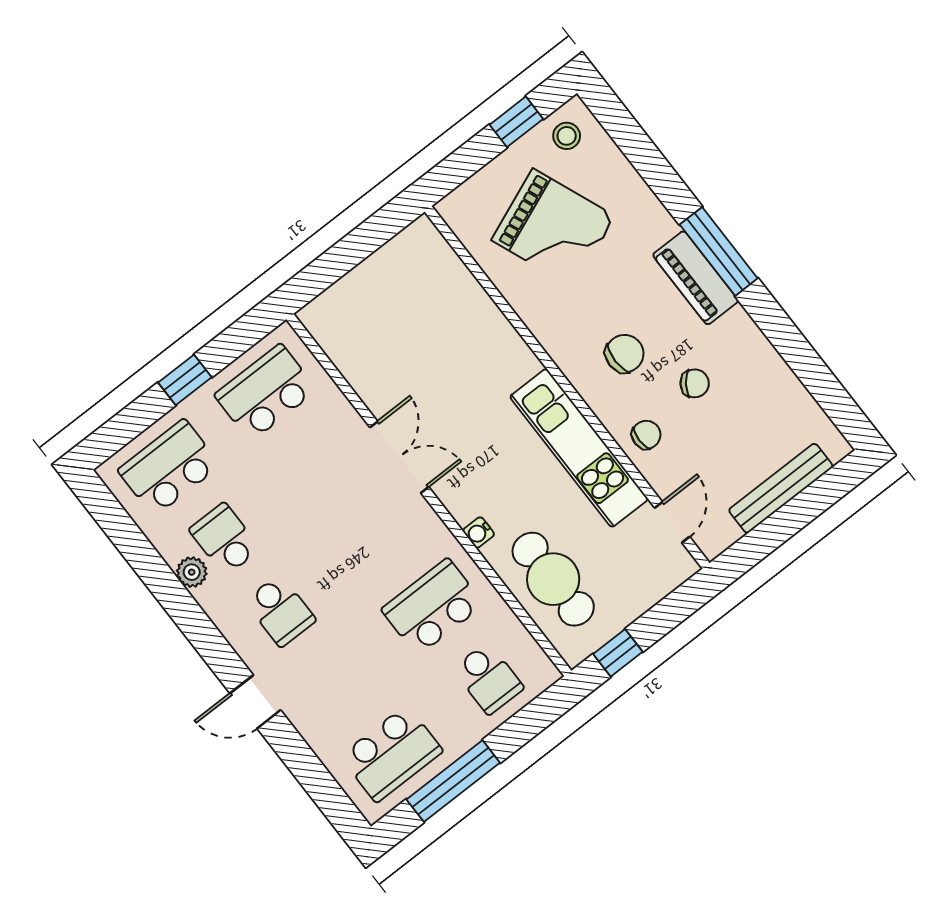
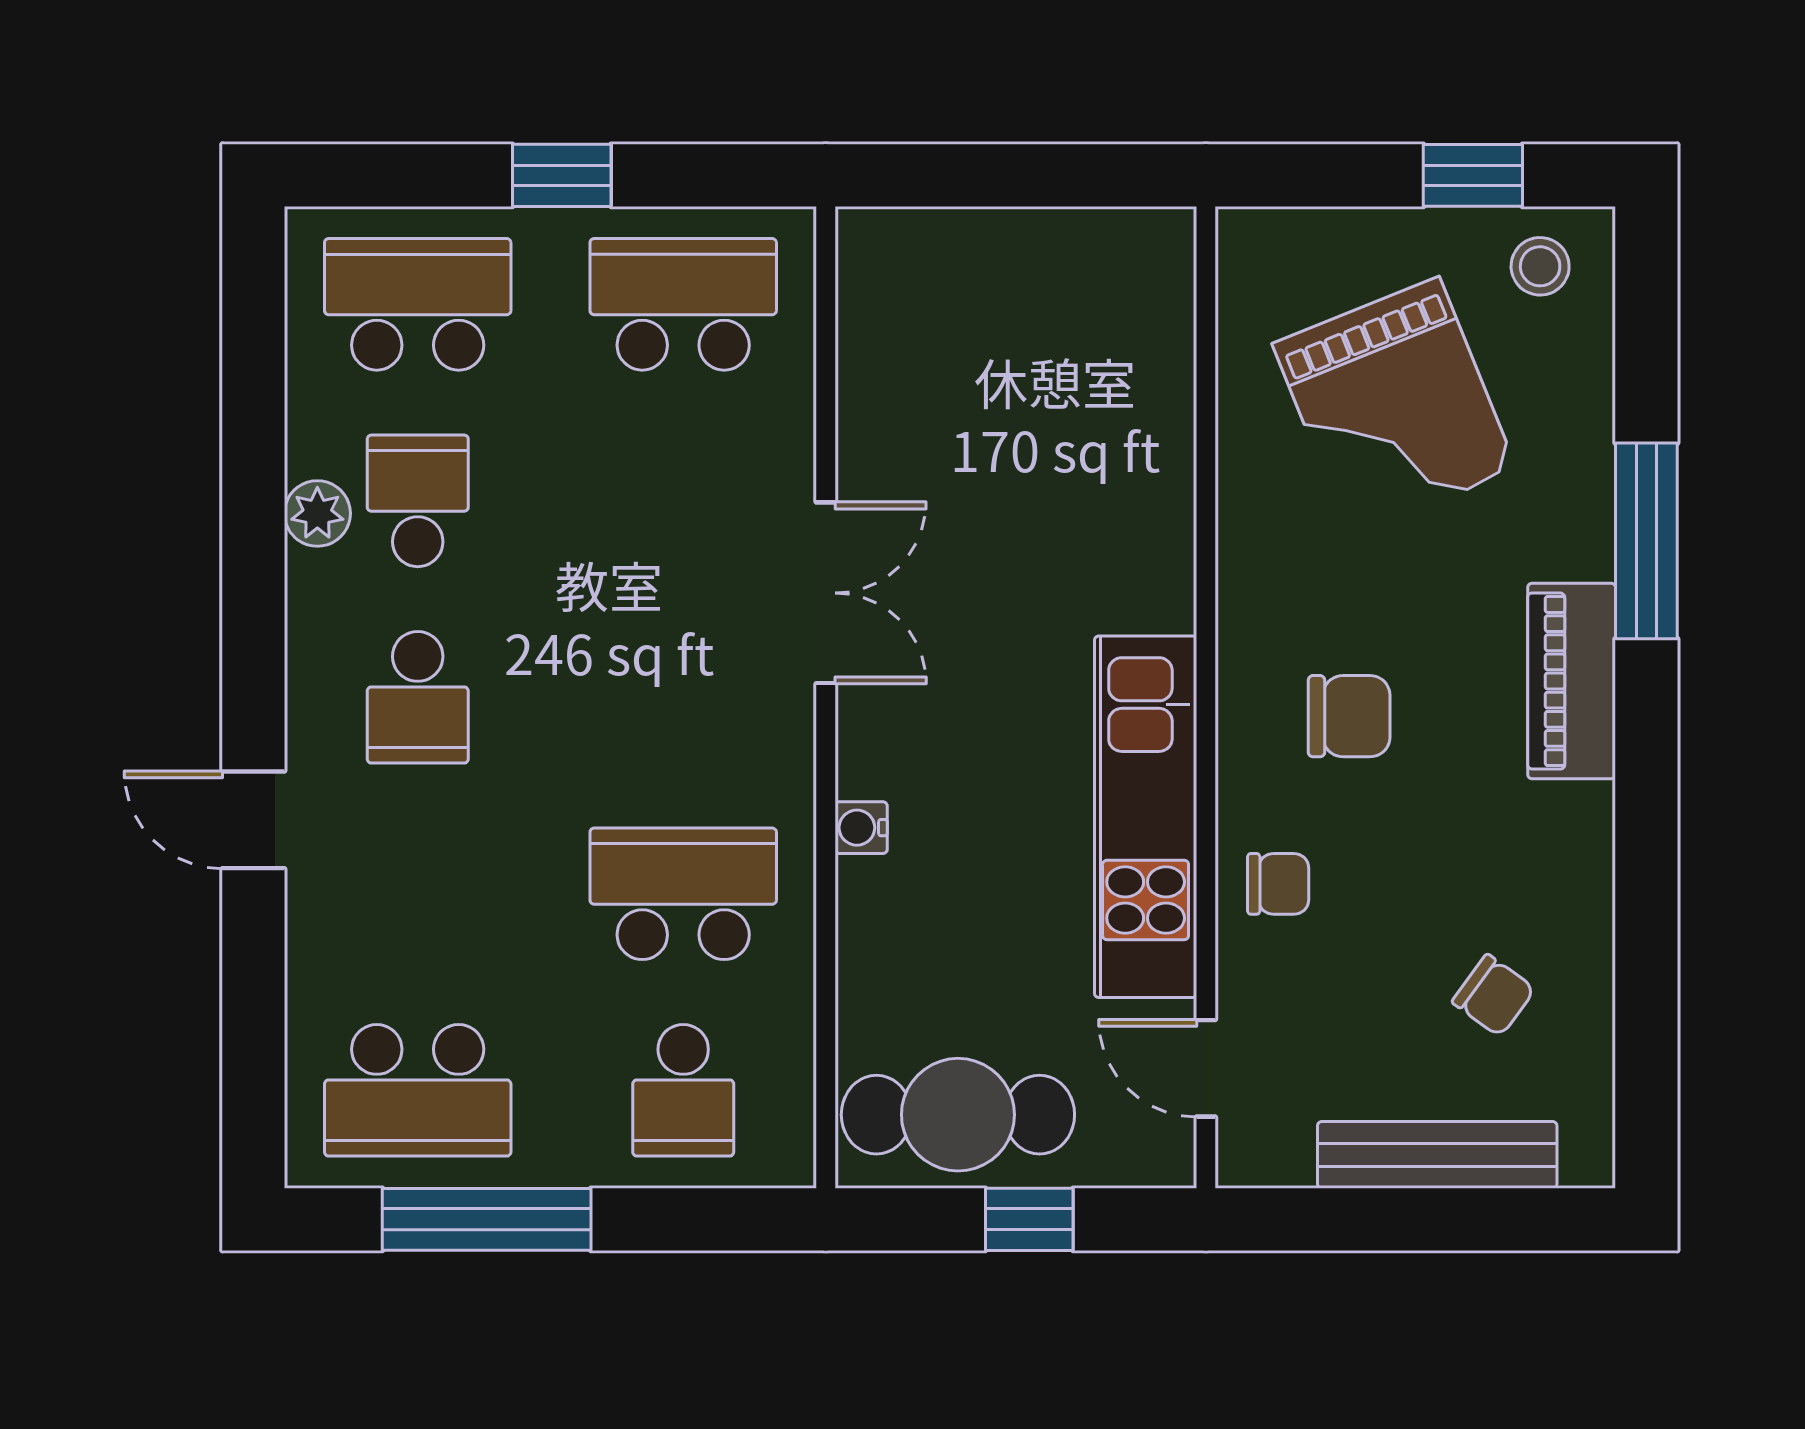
window: (719, 251) -> (1646, 541), moved
chair: (695, 383) -> (1494, 995), moved
door: (672, 522) -> (1206, 1068), swing flipped
cafe table: (553, 579) -> (958, 1115), moved, turned 90
window: (618, 653) -> (1029, 1219), moved

